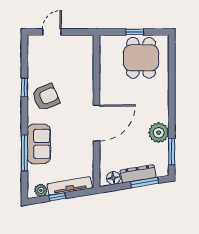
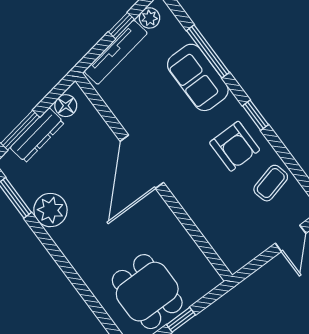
coffee table: (42, 66) -> (271, 183), added
window: (24, 88) -> (255, 115), moved
armchair: (46, 97) -> (235, 146), turned -67

